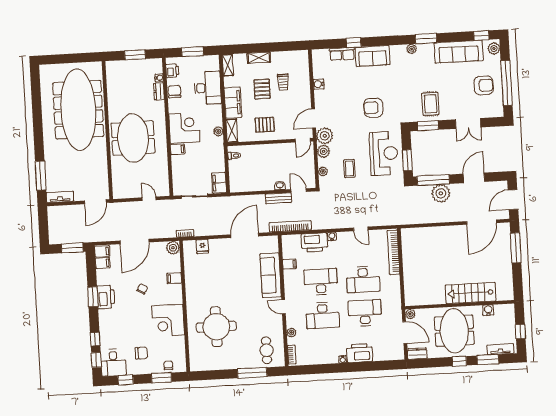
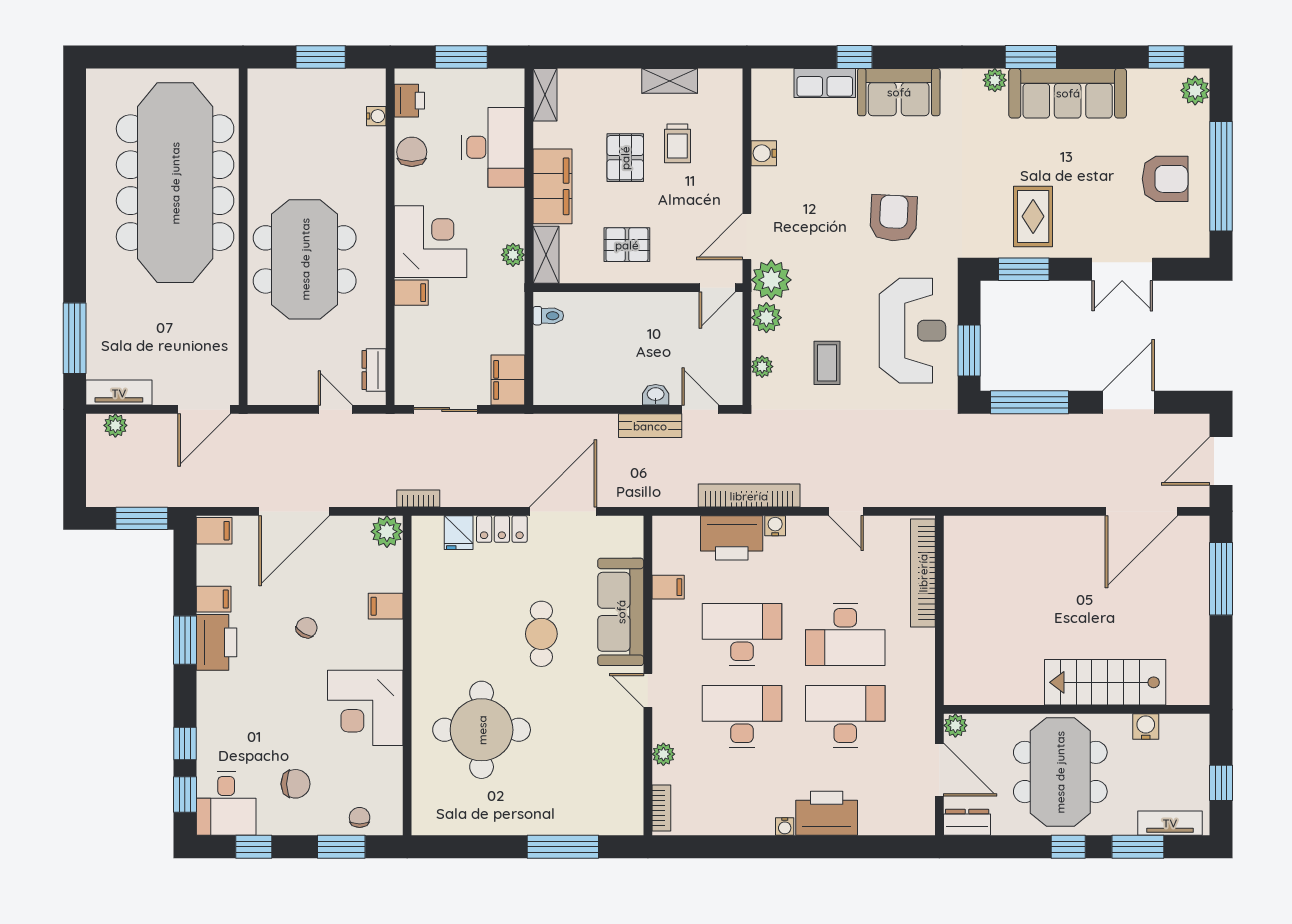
sofa: (459, 52) -> (1068, 93), moved
shelving: (259, 58) -> (670, 81), moved
dresser: (159, 91) -> (374, 370), moved
armchair: (373, 108) -> (894, 218), turned 93
plant: (441, 193) -> (115, 425), moved, width x0.53, depth x0.53
bookcase: (290, 226) -> (749, 496), moved
locker: (220, 244) -> (502, 529), added
filing cabinet: (103, 263) -> (214, 599), moved
desk: (323, 315) -> (742, 716), turned 180
cafe table: (266, 350) -> (541, 634), moved

